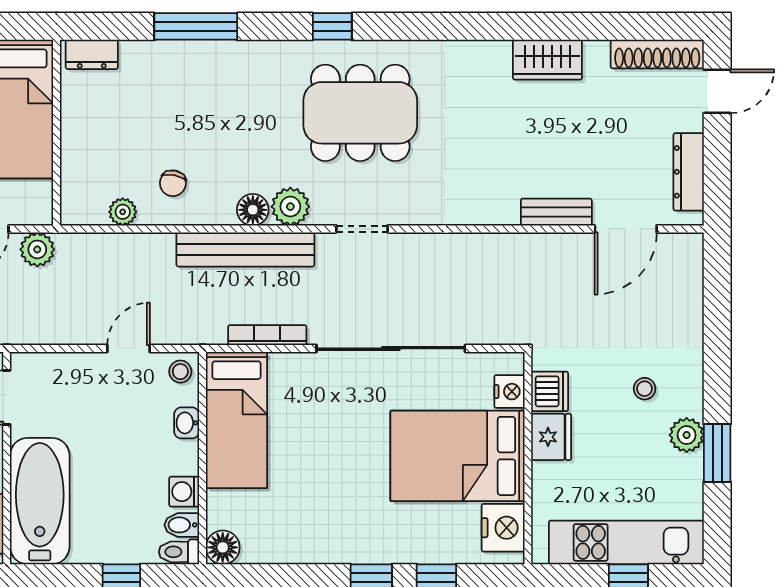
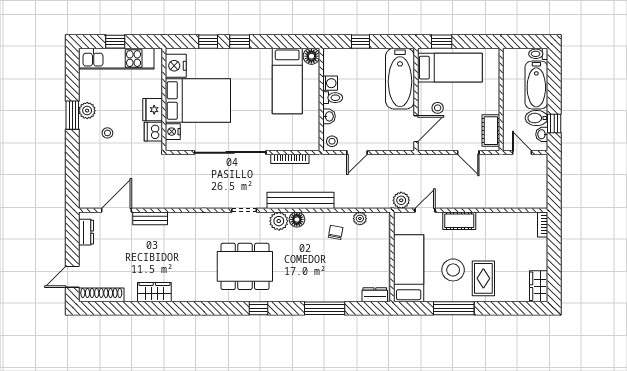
dresser: (689, 172) -> (86, 232), width x0.70
bed: (236, 420) -> (287, 81), moved, turned 180
window: (717, 453) -> (72, 115), moved
bidet: (182, 525) -> (331, 67), removed
toilet: (179, 552) -> (333, 98), moved

